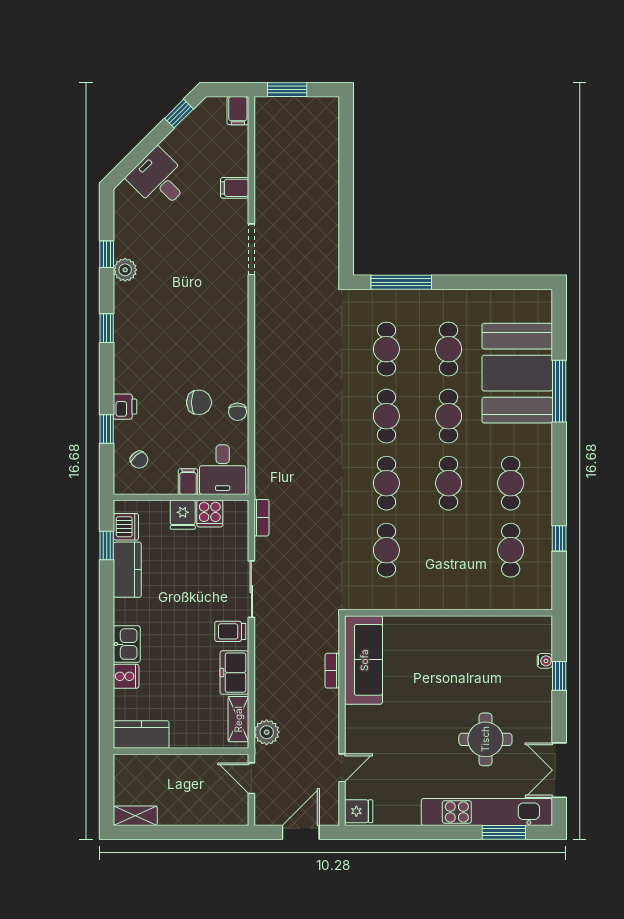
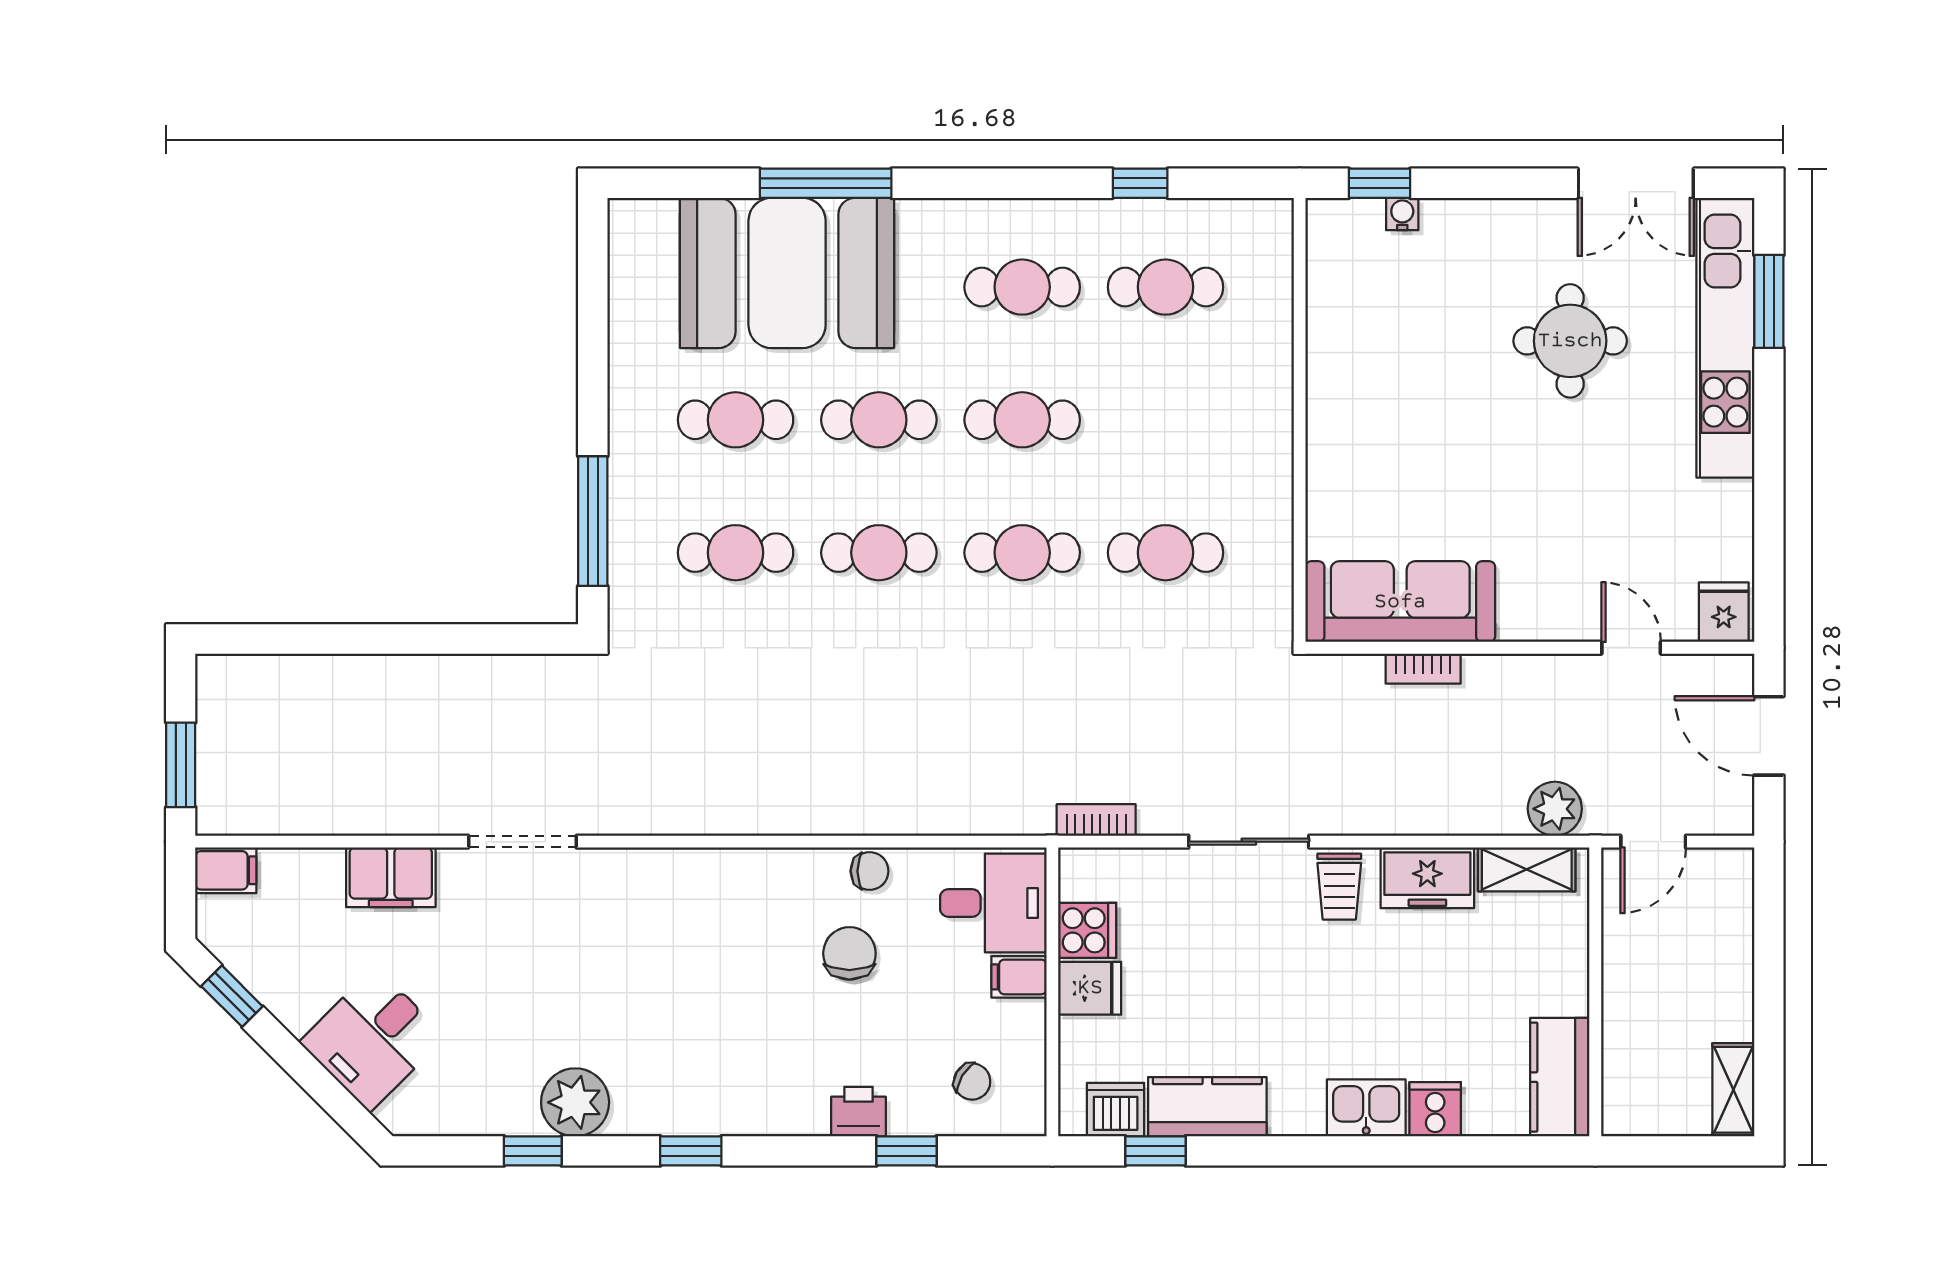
filing cabinet: (235, 188) -> (391, 877), width x2.00
plant: (125, 270) -> (575, 1102), width x1.36, depth x1.36
chair: (139, 460) -> (972, 1082), turned 72
window: (559, 676) -> (1380, 183), moved

